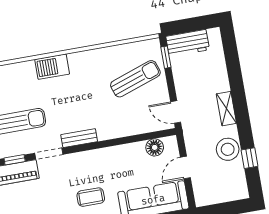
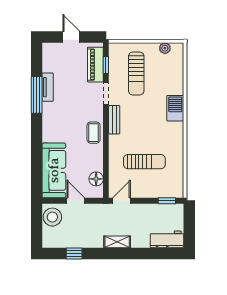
workbench: (188, 43) -> (167, 239), moved, turned 90
sun lounger: (135, 79) -> (144, 162), moved, turned -71
stool: (228, 149) -> (52, 217), moved
coffee table: (91, 197) -> (94, 133), moved

